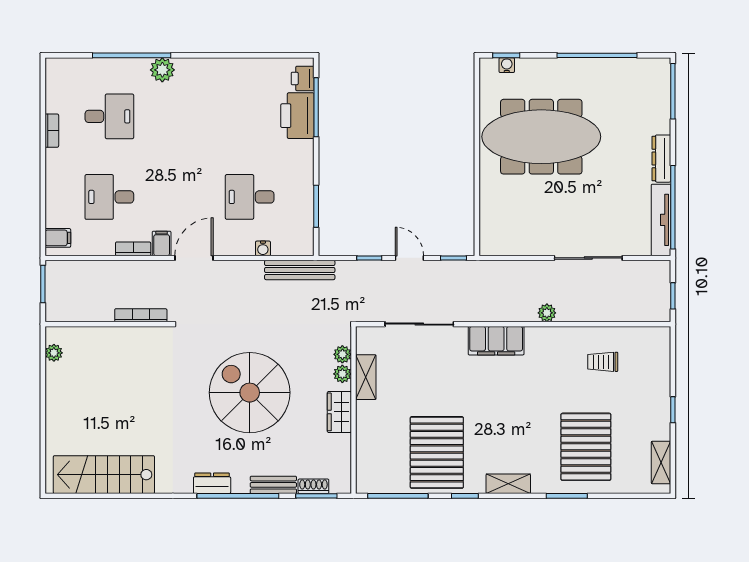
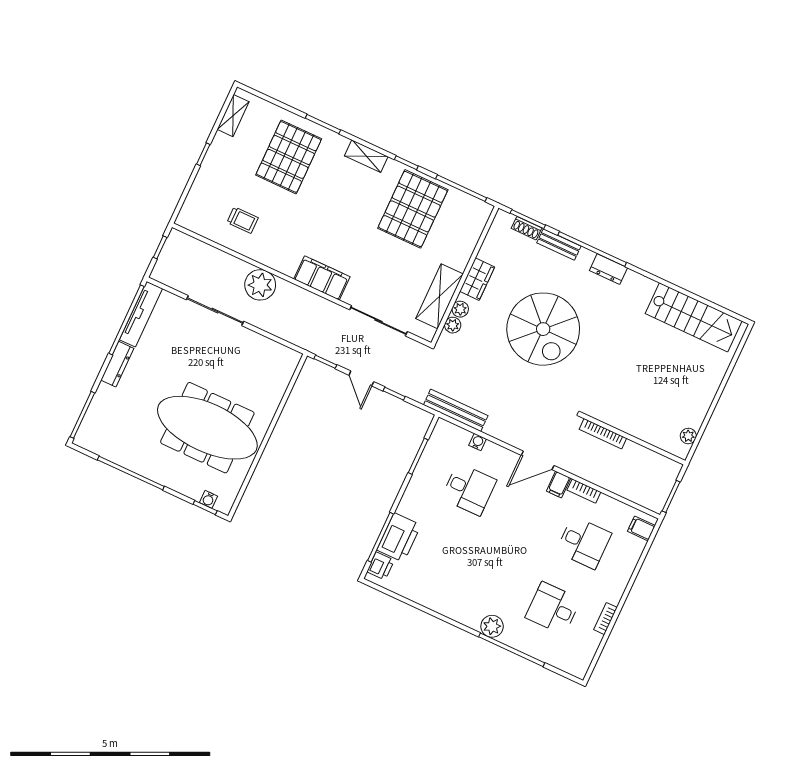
plant: (547, 313) -> (260, 285), width x1.88, depth x1.88
shelving: (366, 377) -> (439, 296), width x1.50, depth x1.33

